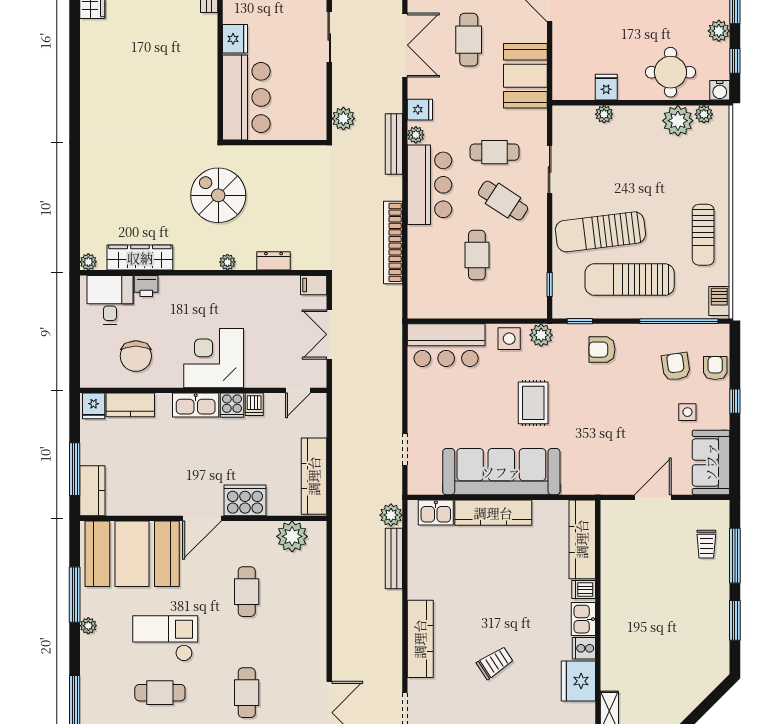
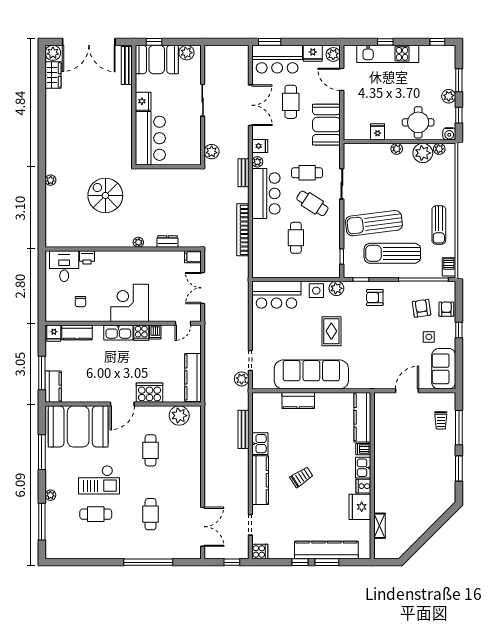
plant: (604, 114) -> (397, 149), moved
bench: (394, 144) -> (243, 173), width x0.73
spiral stairs: (218, 195) -> (105, 195), moved
wardrobe: (140, 258) -> (83, 239), removed
plant: (88, 262) -> (51, 180), moved
chair: (136, 356) -> (81, 302), width x0.54, depth x0.54
kitchen sink: (436, 512) -> (260, 444), moved, turned -90
kitchen counter: (493, 513) -> (298, 400), width x0.67
plant: (391, 515) -> (242, 379), moved
plant: (88, 626) -> (50, 495), moved
checkout: (165, 638) -> (99, 480), turned 180
trolley: (495, 663) -> (301, 477), moved

